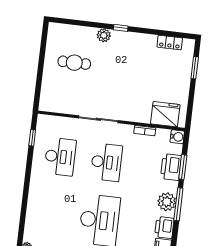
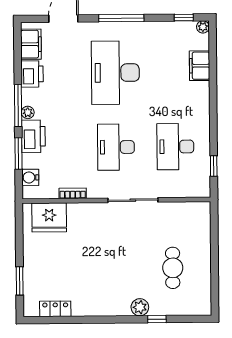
window: (121, 28) -> (157, 319), moved
cafe table: (74, 63) -> (173, 268), turned 90
water cooler: (177, 137) -> (30, 177), moved
printer: (171, 167) -> (33, 136), moved
plant: (167, 202) -> (28, 112), width x0.53, depth x0.53
filing cabinet: (33, 217) -> (200, 66), added

